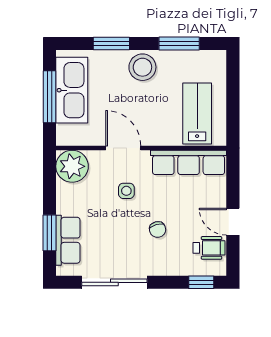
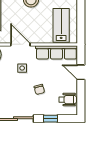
door: (233, 222) -> (81, 72), moved
window: (201, 282) -> (50, 119), moved

